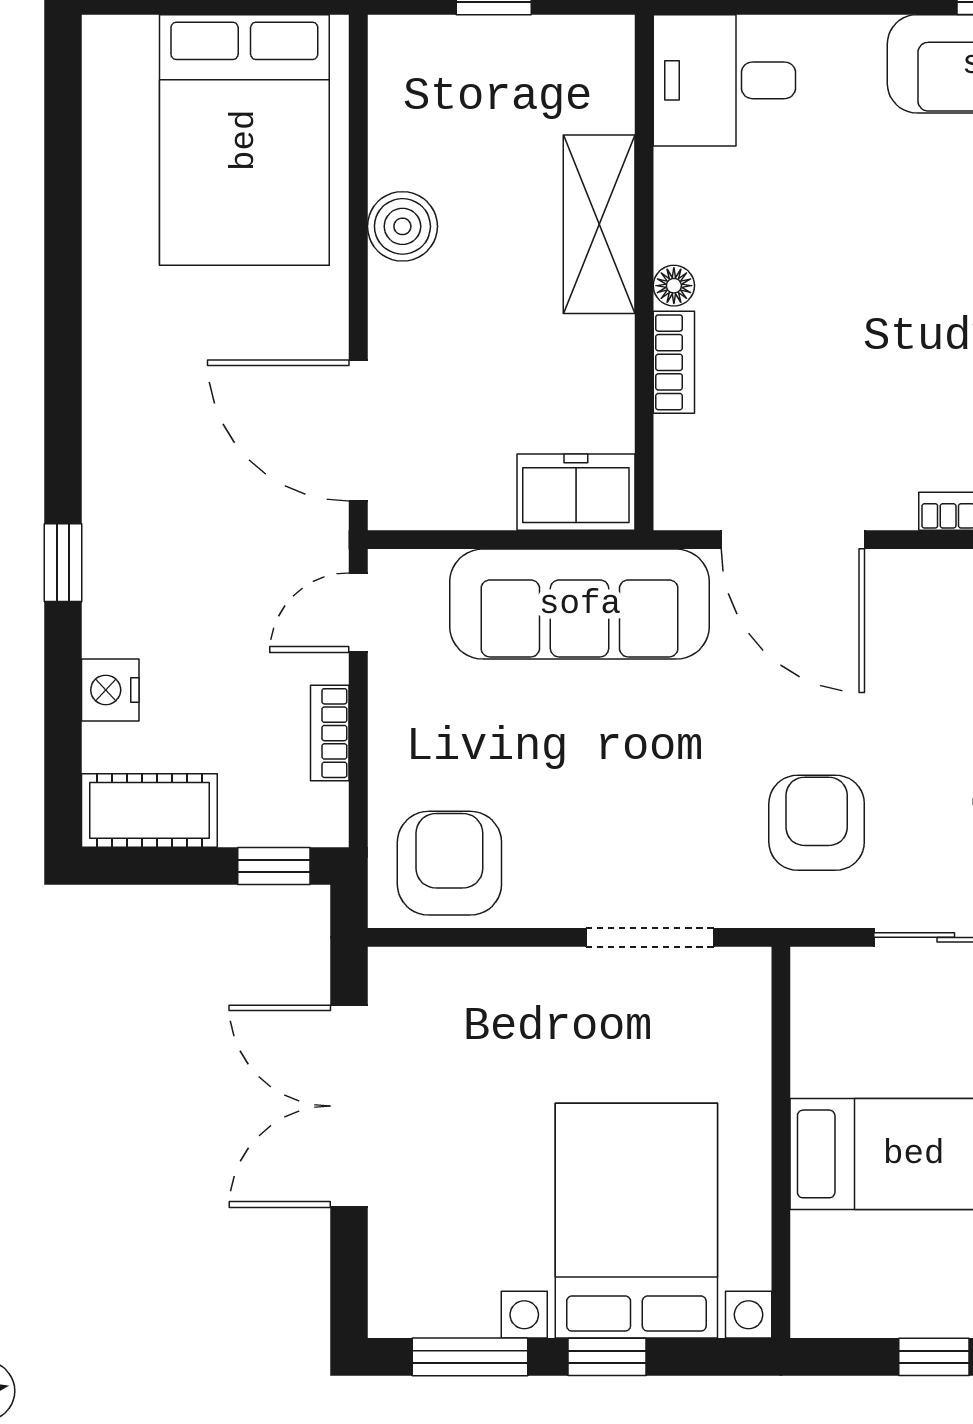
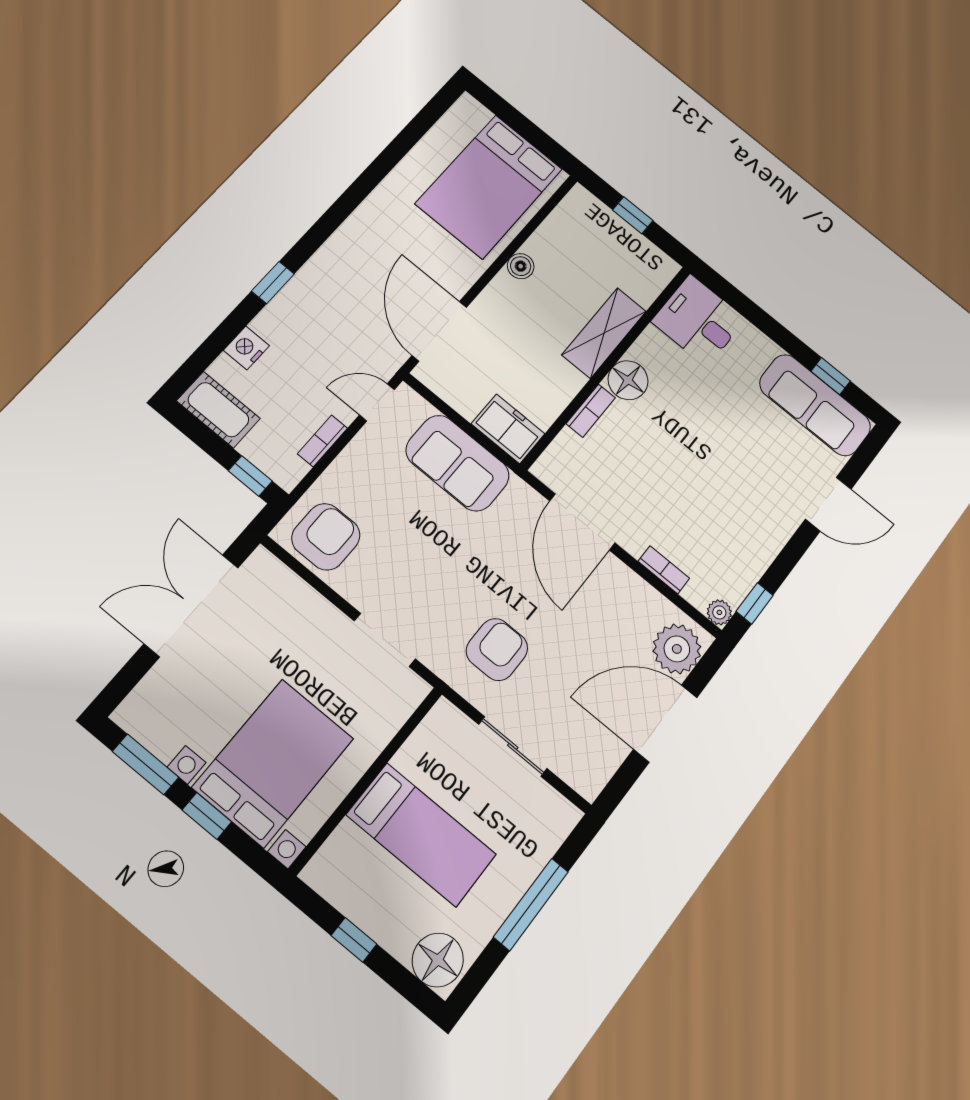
boiler: (402, 226) -> (521, 266), width x0.73, depth x0.73
floor lamp: (674, 286) -> (628, 380), width x1.89, depth x1.89
sofa: (580, 604) -> (458, 463), width x0.73

